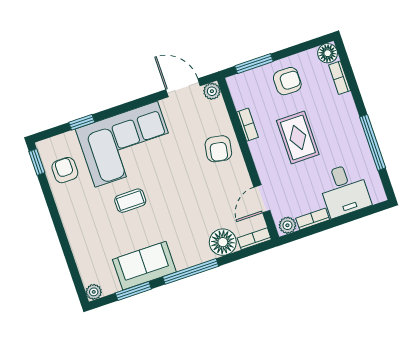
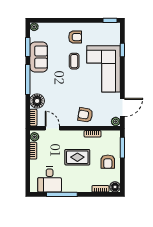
armchair: (65, 170) -> (75, 37), moved
desk: (344, 190) -> (50, 180), moved, turned -90

